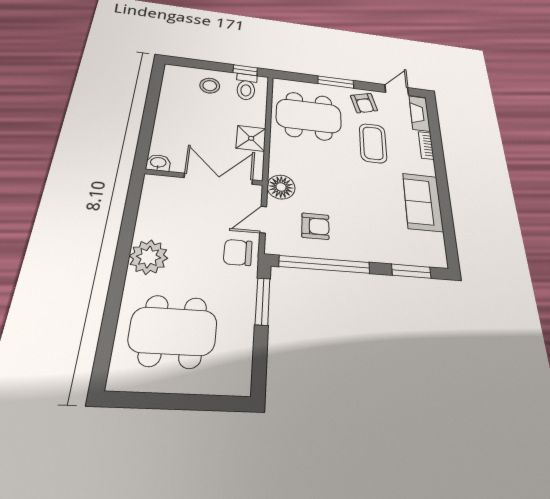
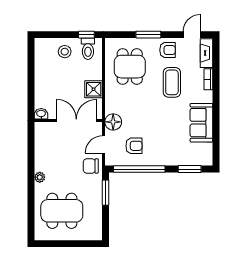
armchair: (364, 103) -> (167, 50), turned -74
dining table: (309, 116) -> (130, 67), width x0.73
plant: (149, 257) -> (40, 177), width x0.53, depth x0.53

